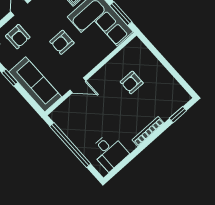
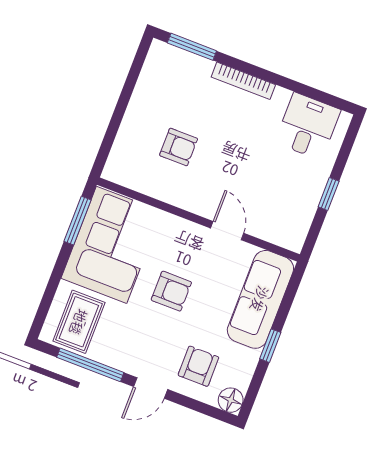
window: (178, 115) -> (192, 47), width x1.50
window: (70, 145) -> (329, 194), width x0.32

